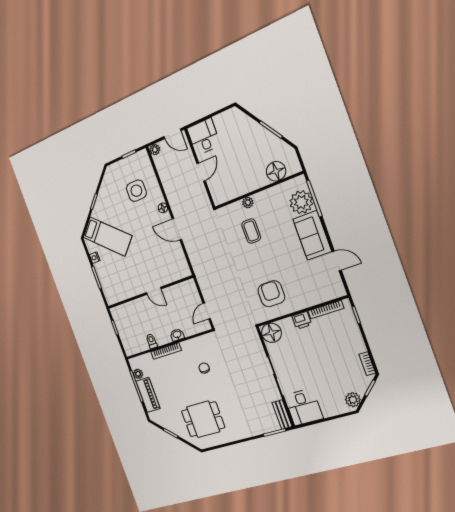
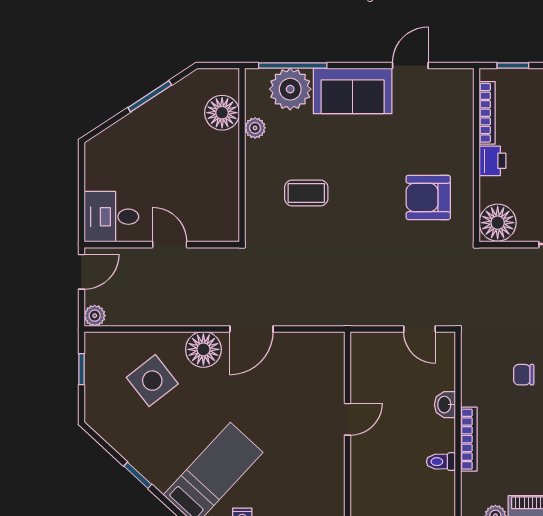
side table: (136, 191) -> (152, 381), turned -38
plant: (248, 202) -> (255, 128), moved
floor lamp: (163, 208) -> (203, 349), width x1.89, depth x1.89

